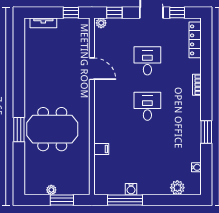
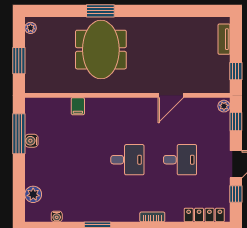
plant: (51, 190) -> (31, 28), moved

